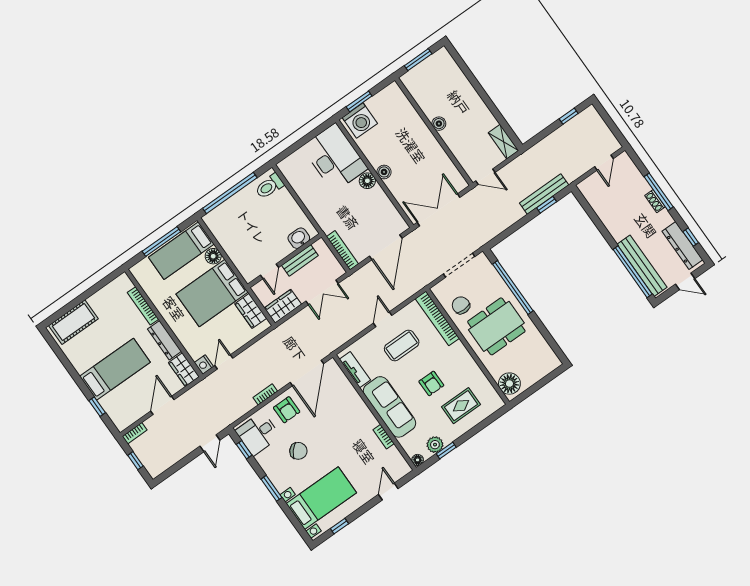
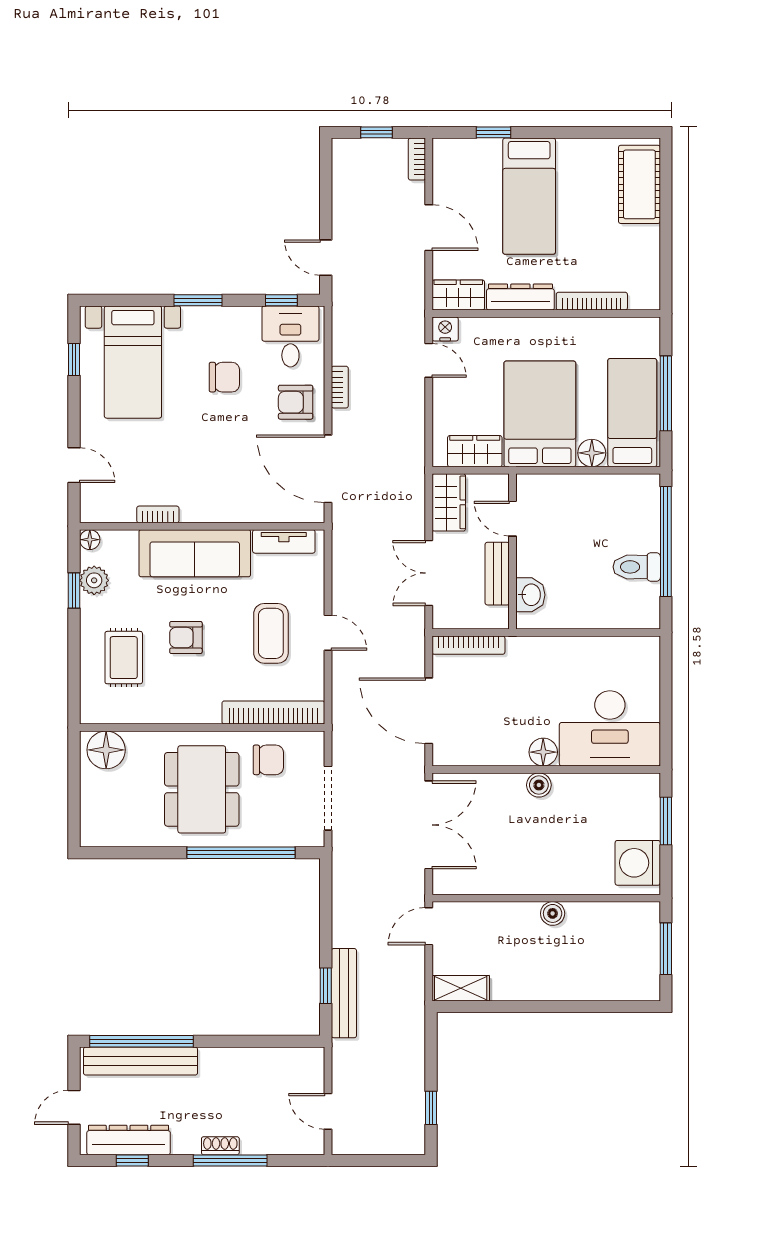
washing machine: (360, 121) -> (638, 863), moved
toilet: (269, 186) -> (637, 567), moved, turned -90
chair: (298, 451) -> (224, 377), turned -131

